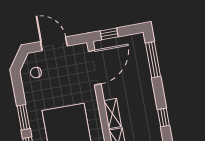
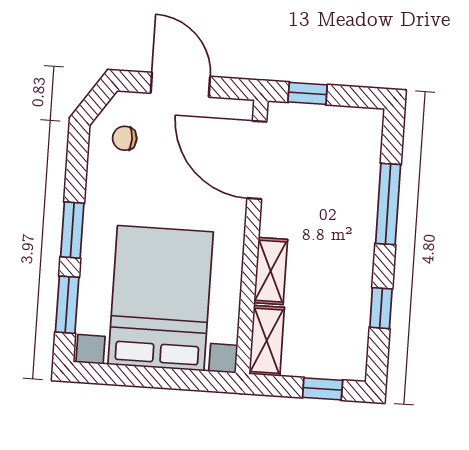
window: (153, 60) -> (388, 204), moved
door: (95, 68) -> (257, 160), swing flipped

